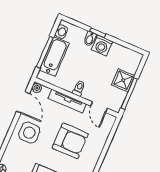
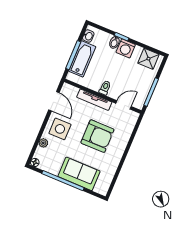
shower: (123, 80) -> (148, 59), moved
plant: (37, 88) -> (43, 143), moved
door: (99, 107) -> (124, 105), swing flipped

